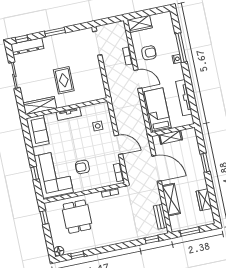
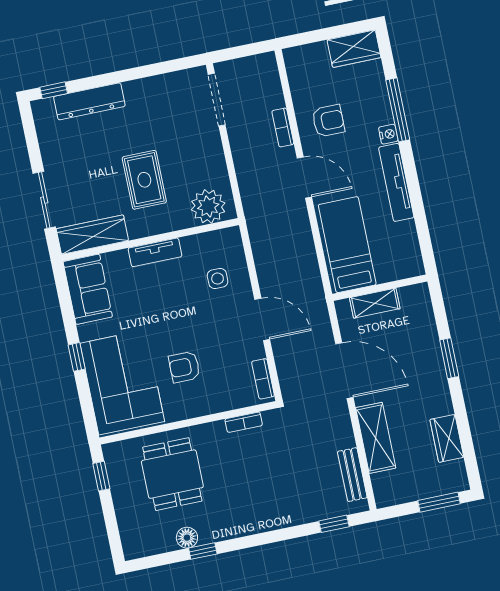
wardrobe: (140, 24) -> (354, 49), moved
window: (55, 32) -> (126, 75), removed
dresser: (27, 46) -> (89, 101), moved
sliding door: (14, 75) -> (44, 200), moved
plant: (93, 93) -> (208, 206), added
tv unit: (184, 98) -> (396, 182), moved
window: (35, 173) -> (77, 357), moved
window: (190, 232) -> (439, 502), moved
floor lamp: (59, 251) -> (187, 538), moved
window: (77, 255) -> (203, 551), moved

